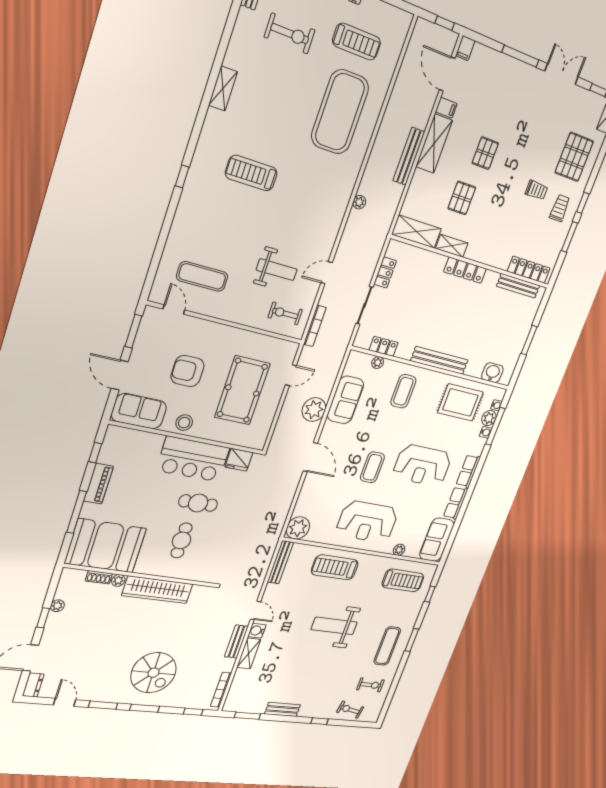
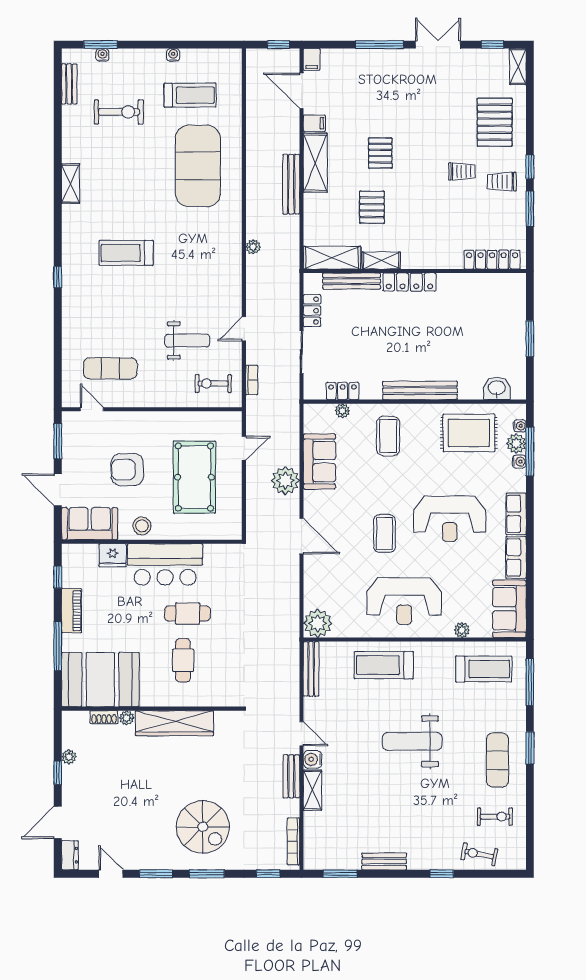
trolley: (560, 208) -> (502, 182), turned -90
bench: (518, 286) -> (351, 281), moved
bookcase: (315, 326) -> (252, 380), width x0.64
fridge: (239, 460) -> (113, 555), moved
window: (430, 594) -> (530, 682), width x2.17

